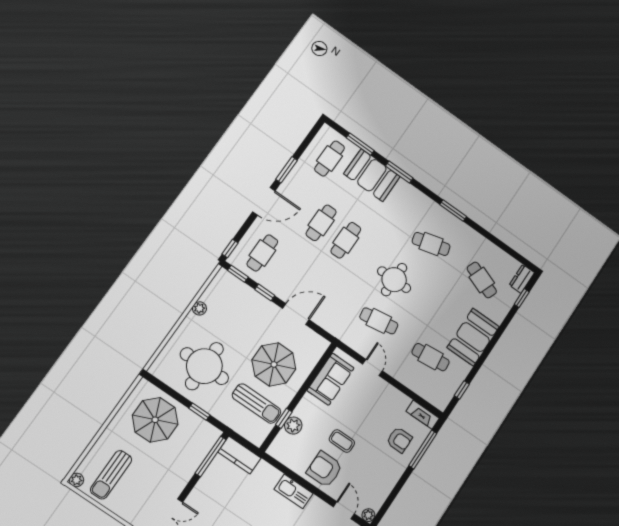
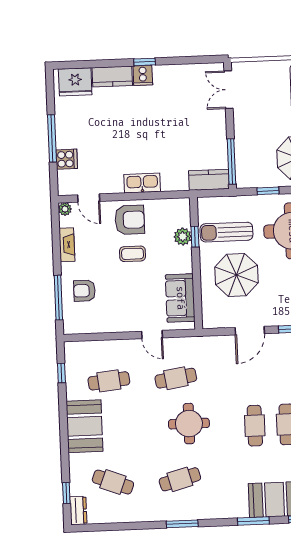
fireplace: (423, 415) -> (67, 245), moved, turned 90

